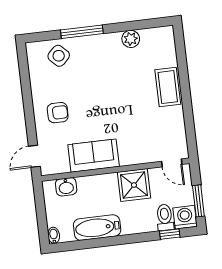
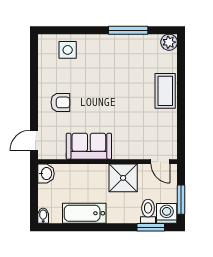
window: (82, 32) -> (128, 30), moved
plant: (131, 39) -> (169, 42), moved
side table: (59, 56) -> (68, 50), turned 45
washbasin: (66, 187) -> (46, 174), moved, turned -90
window: (170, 234) -> (151, 227), width x1.50

